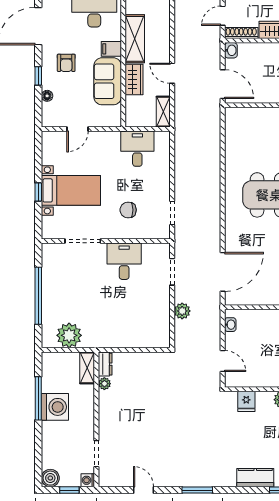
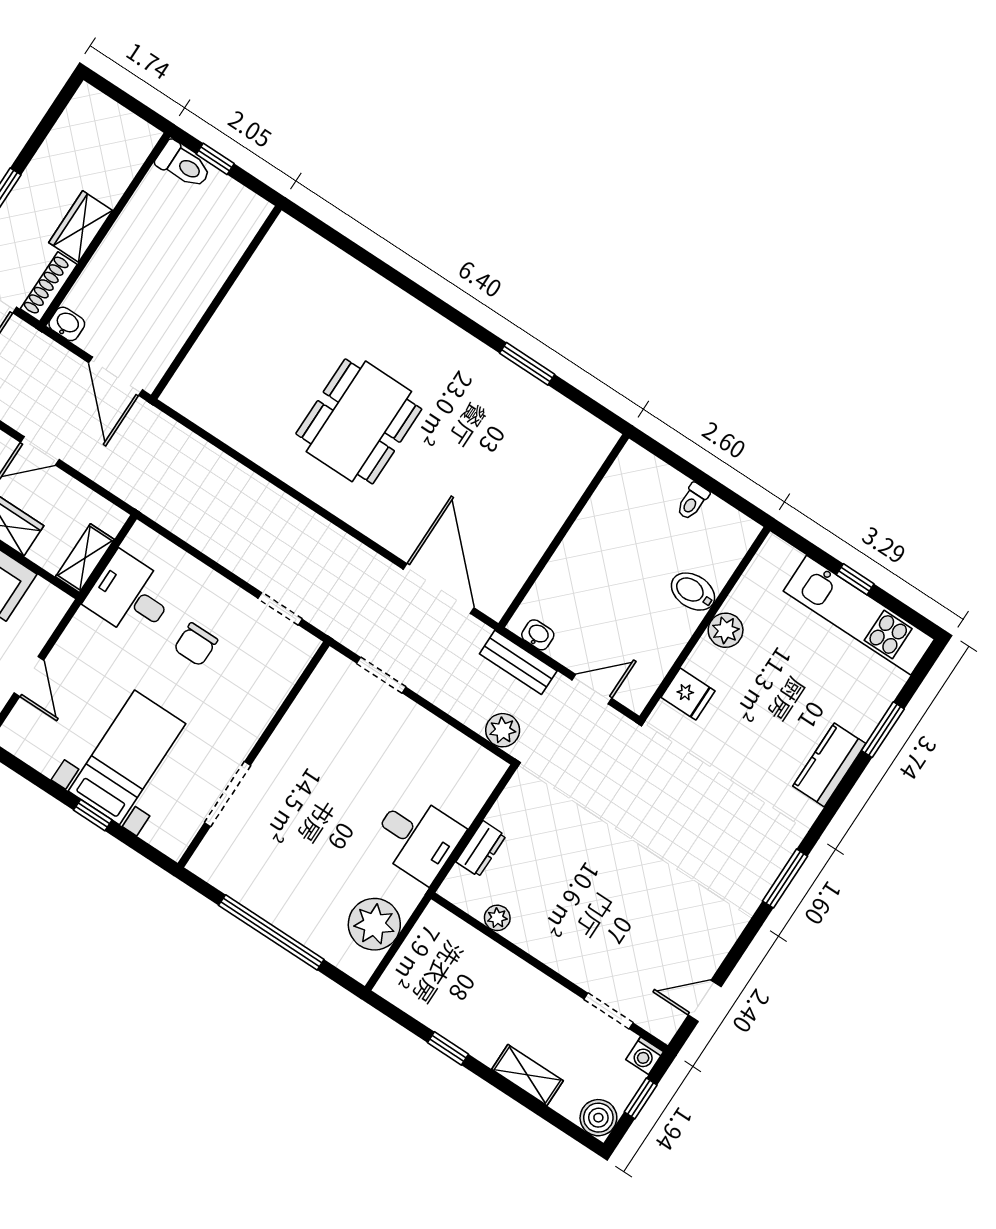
door: (223, 84) -> (116, 376), swing flipped
shelving: (163, 112) -> (85, 558), moved, turned 90
chair: (128, 210) -> (196, 644), moved
desk: (124, 261) -> (417, 838), moved, turned 180
plant: (182, 311) -> (503, 730), moved
bench: (214, 324) -> (518, 662), added
dresser: (105, 364) -> (481, 849), moved, turned 90
shelving: (87, 368) -> (527, 1075), moved
window: (38, 398) -> (448, 1048), width x0.46
washing machine: (55, 407) -> (481, 1029), removed
door: (144, 490) -> (705, 1001), moved

